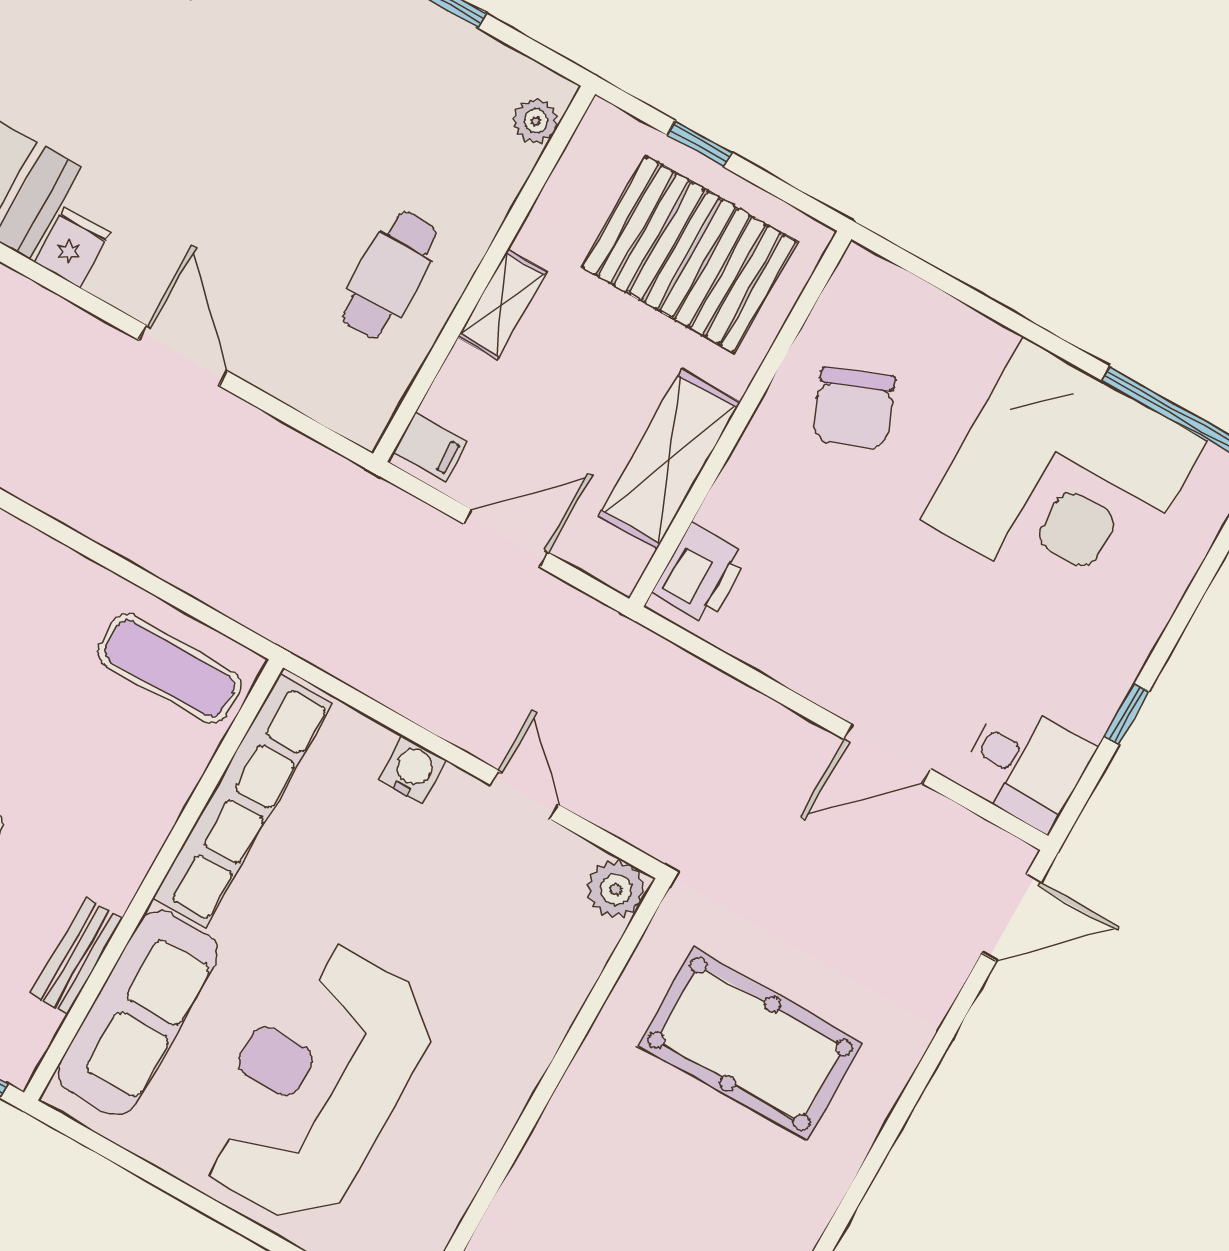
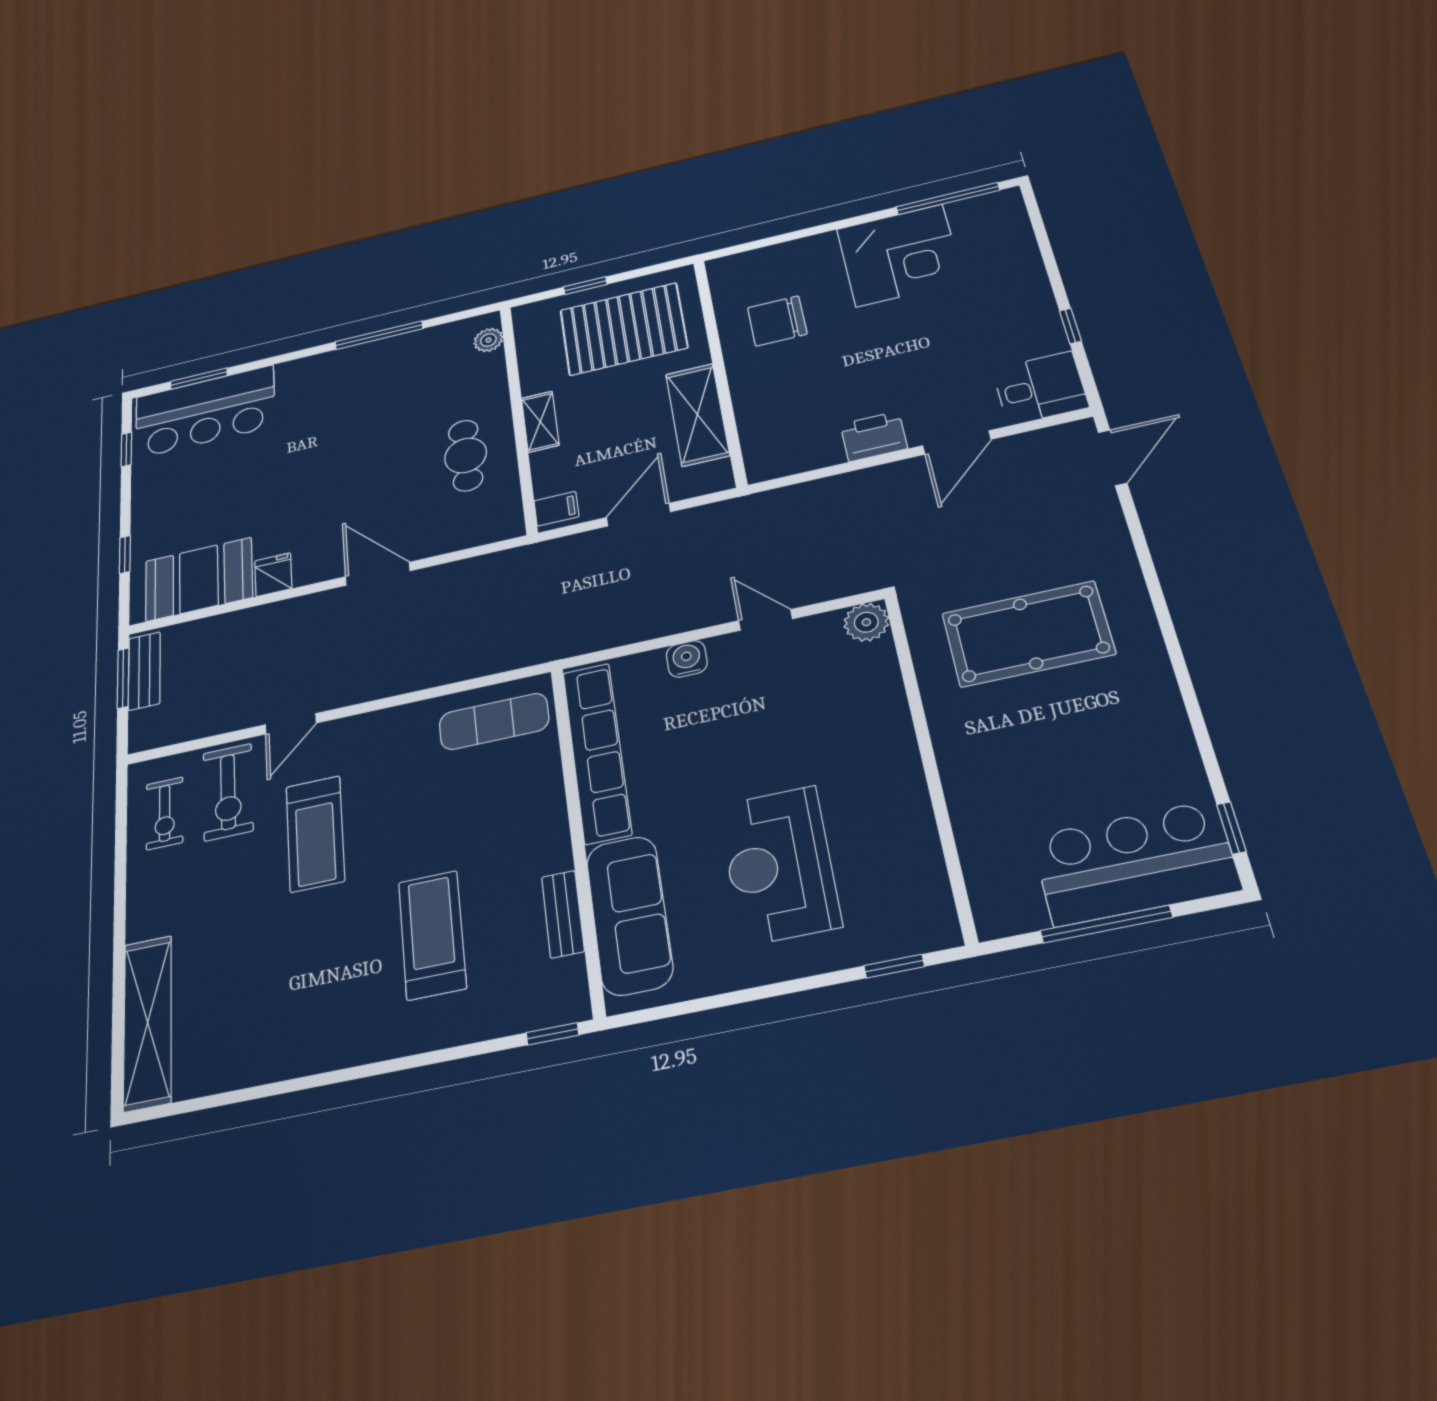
chair: (854, 408) -> (777, 321), turned 112
corner desk: (1063, 480) -> (900, 255), width x0.74, depth x0.74
printer: (700, 574) -> (874, 436), moved, turned -90
reception desk: (316, 1084) -> (779, 865), width x0.74, depth x0.77

